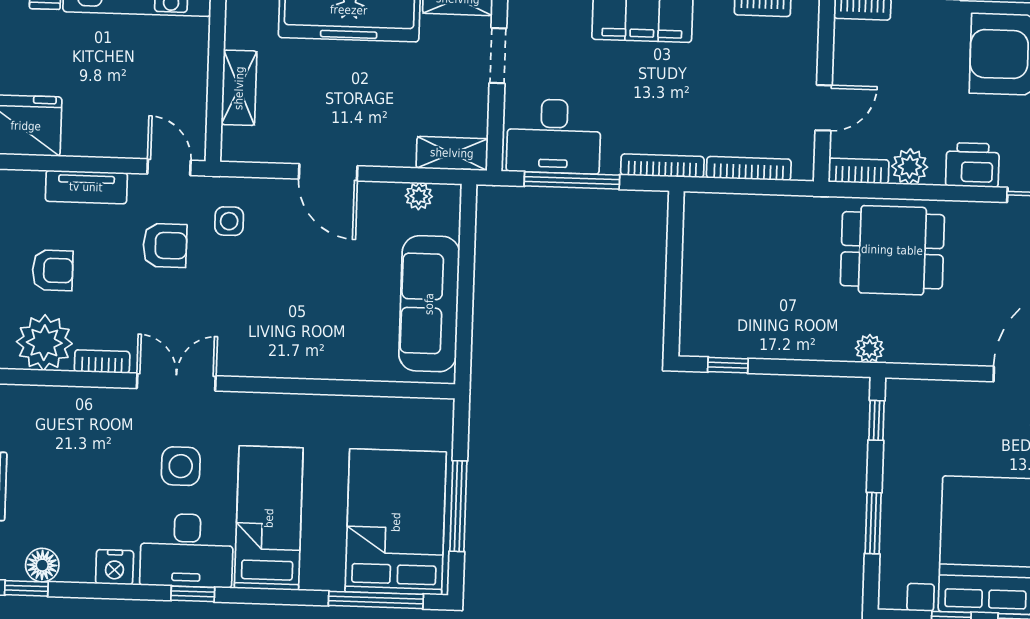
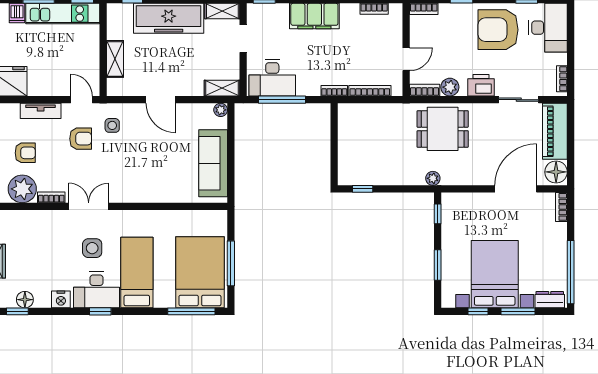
bookcase: (662, 166) -> (334, 91), width x0.64
plant: (419, 196) -> (221, 110), moved

